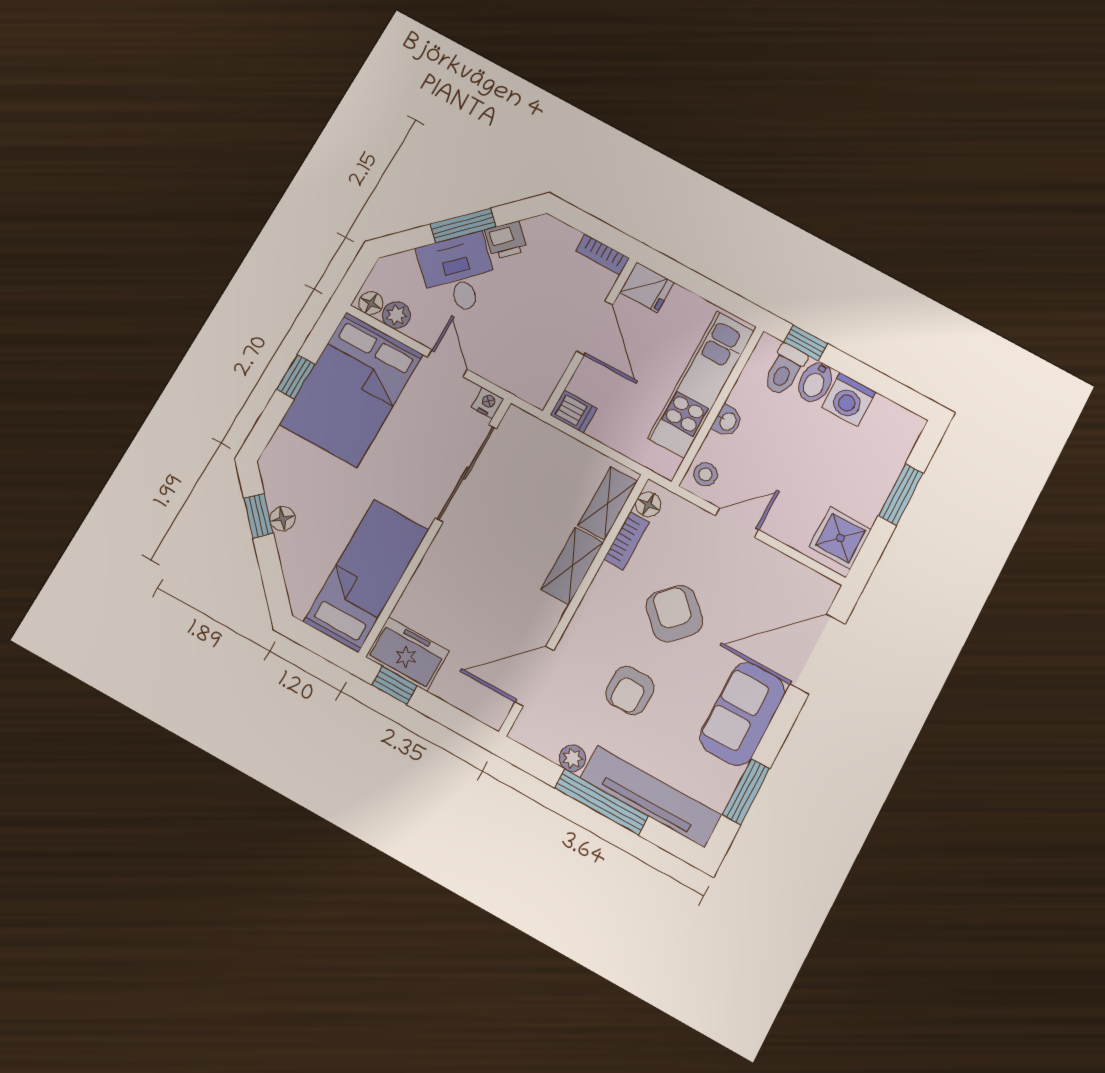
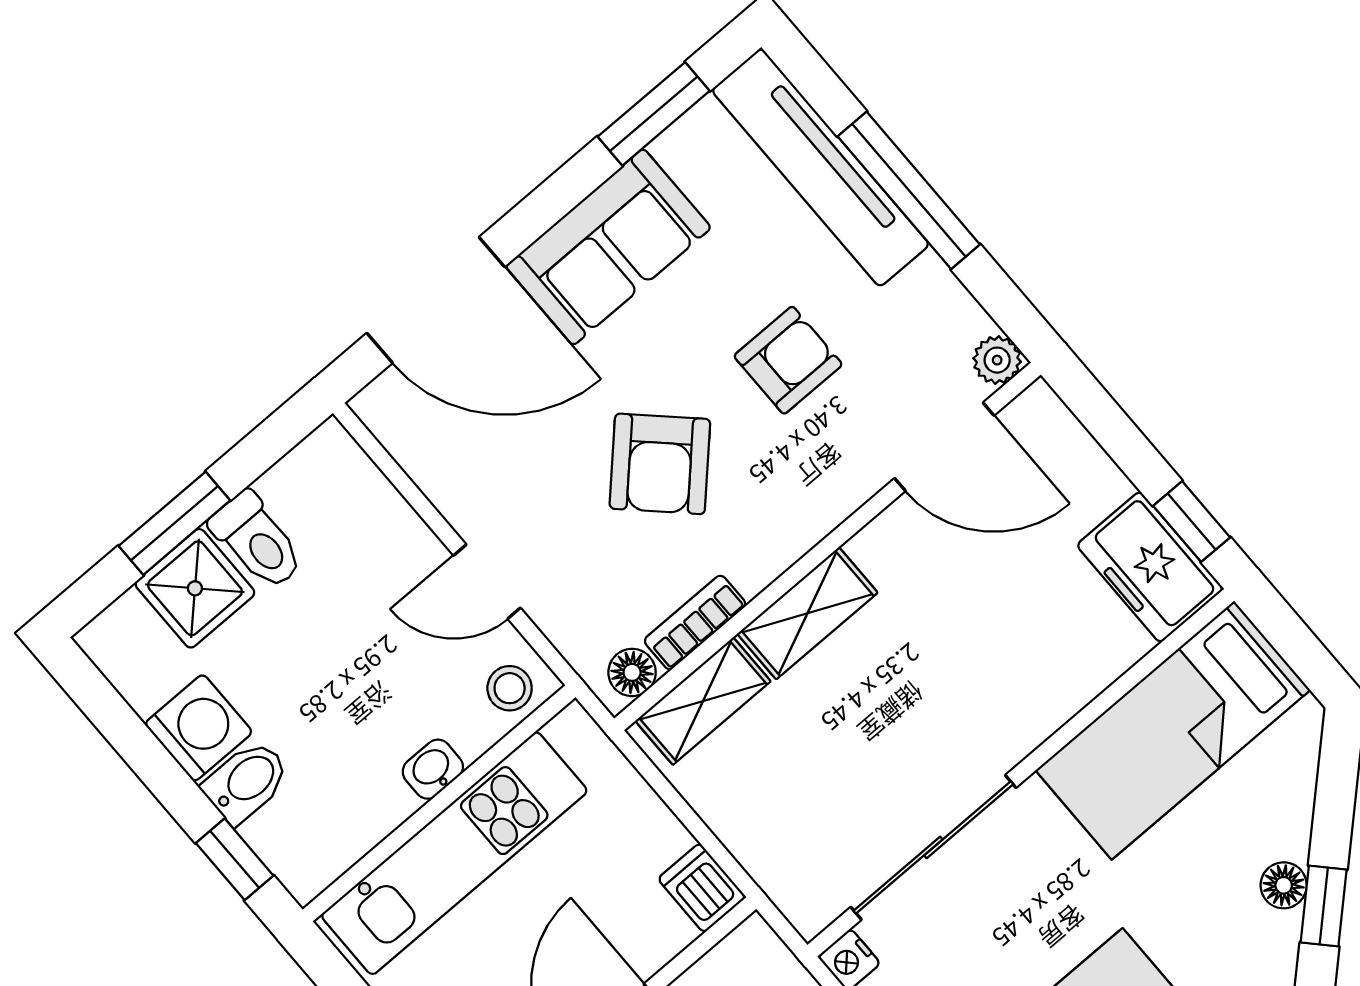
toilet: (785, 370) -> (257, 541), moved, turned 90
shower: (840, 538) -> (195, 588), moved
plant: (572, 758) -> (997, 360), moved

